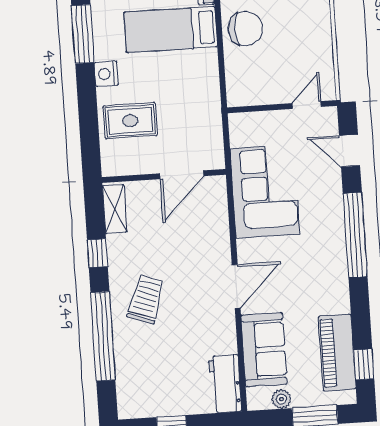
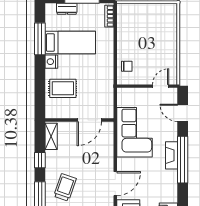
chair: (245, 29) -> (127, 66), moved, width x0.54, depth x0.54
bed: (171, 30) -> (70, 42), moved, turned 180
fireplace: (335, 229) -> (172, 155), added

